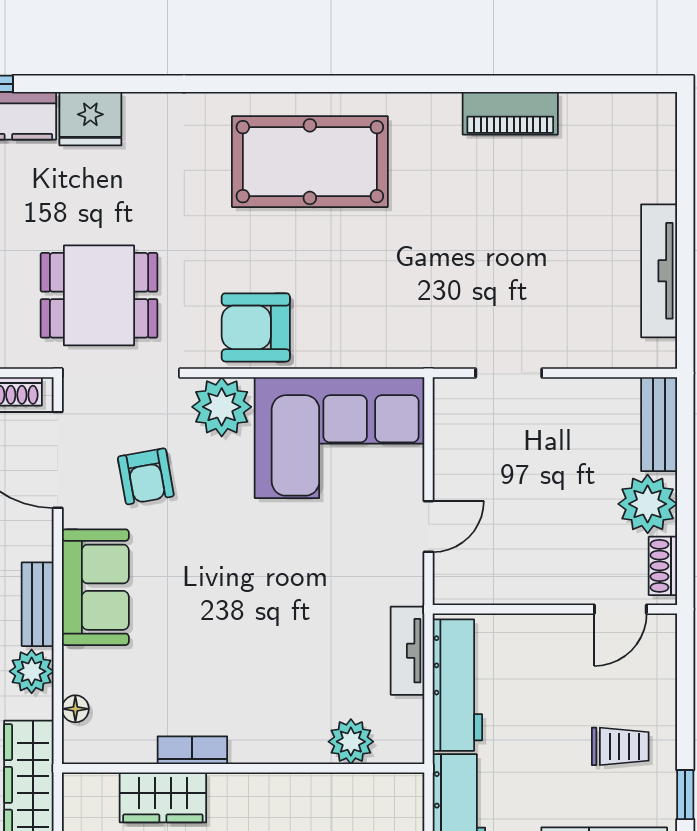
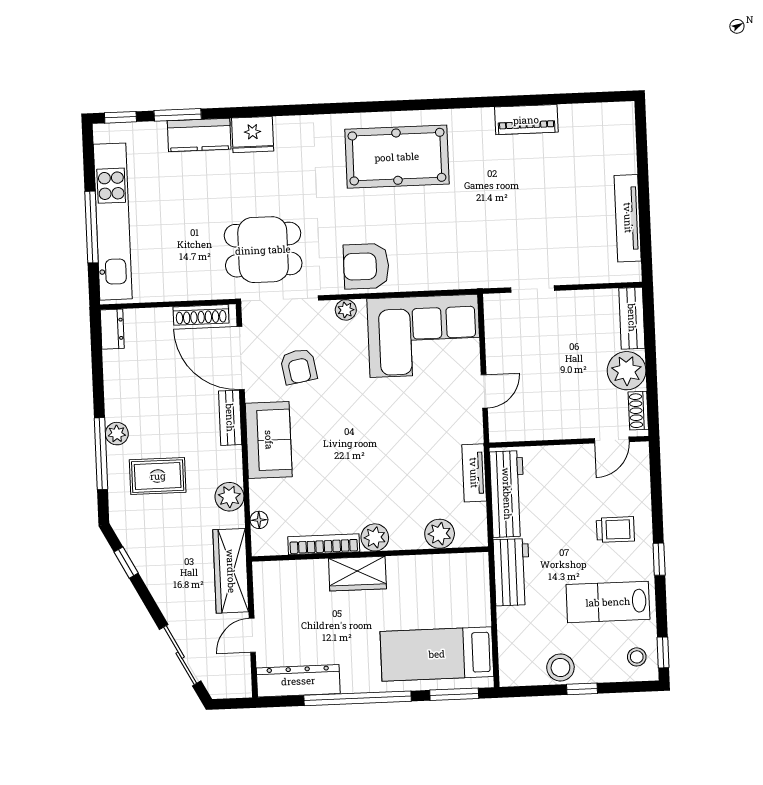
plant: (222, 407) -> (346, 310), width x0.53, depth x0.53
bench: (38, 604) -> (230, 418), moved
plant: (251, 743) -> (375, 537), added
bookcase: (192, 750) -> (324, 544), width x1.56
wardrobe: (163, 797) -> (357, 574), moved

